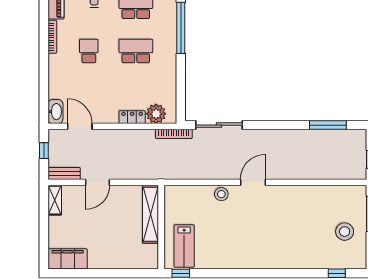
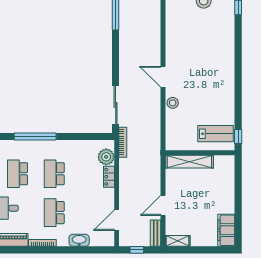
school desk: (89, 51) -> (54, 213), width x1.85
washbasin: (55, 112) -> (79, 240), moved
door: (98, 182) -> (163, 205), swing flipped

